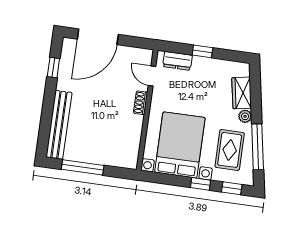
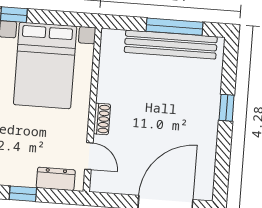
window: (53, 68) -> (227, 108), moved
bench: (59, 125) -> (171, 45), moved, turned 90

